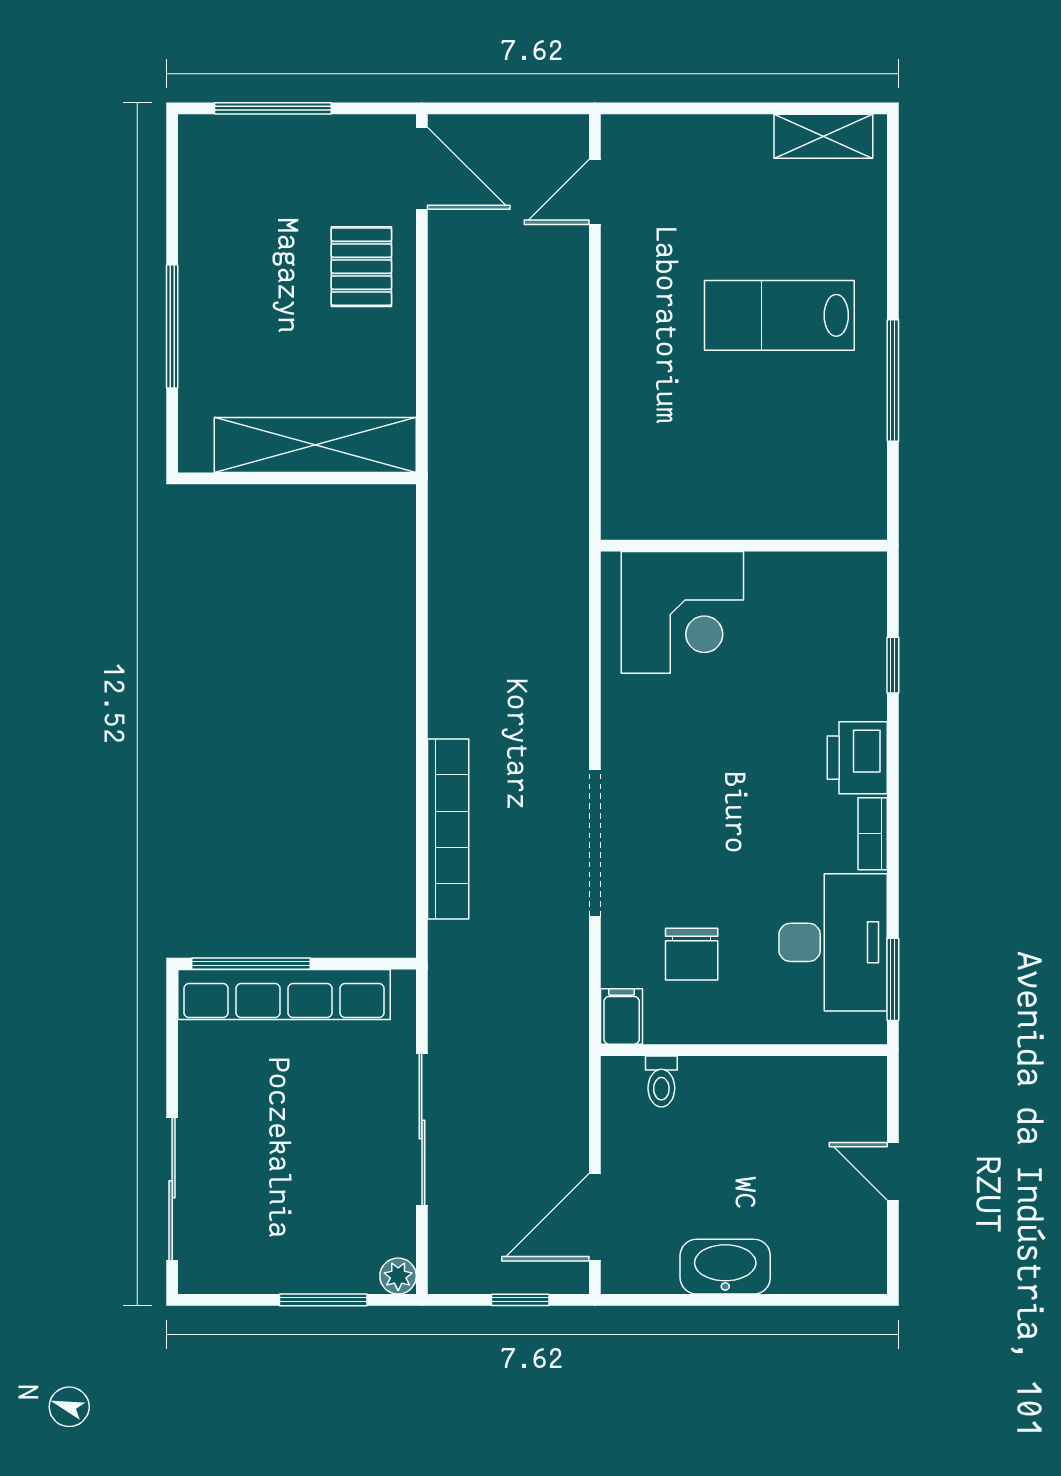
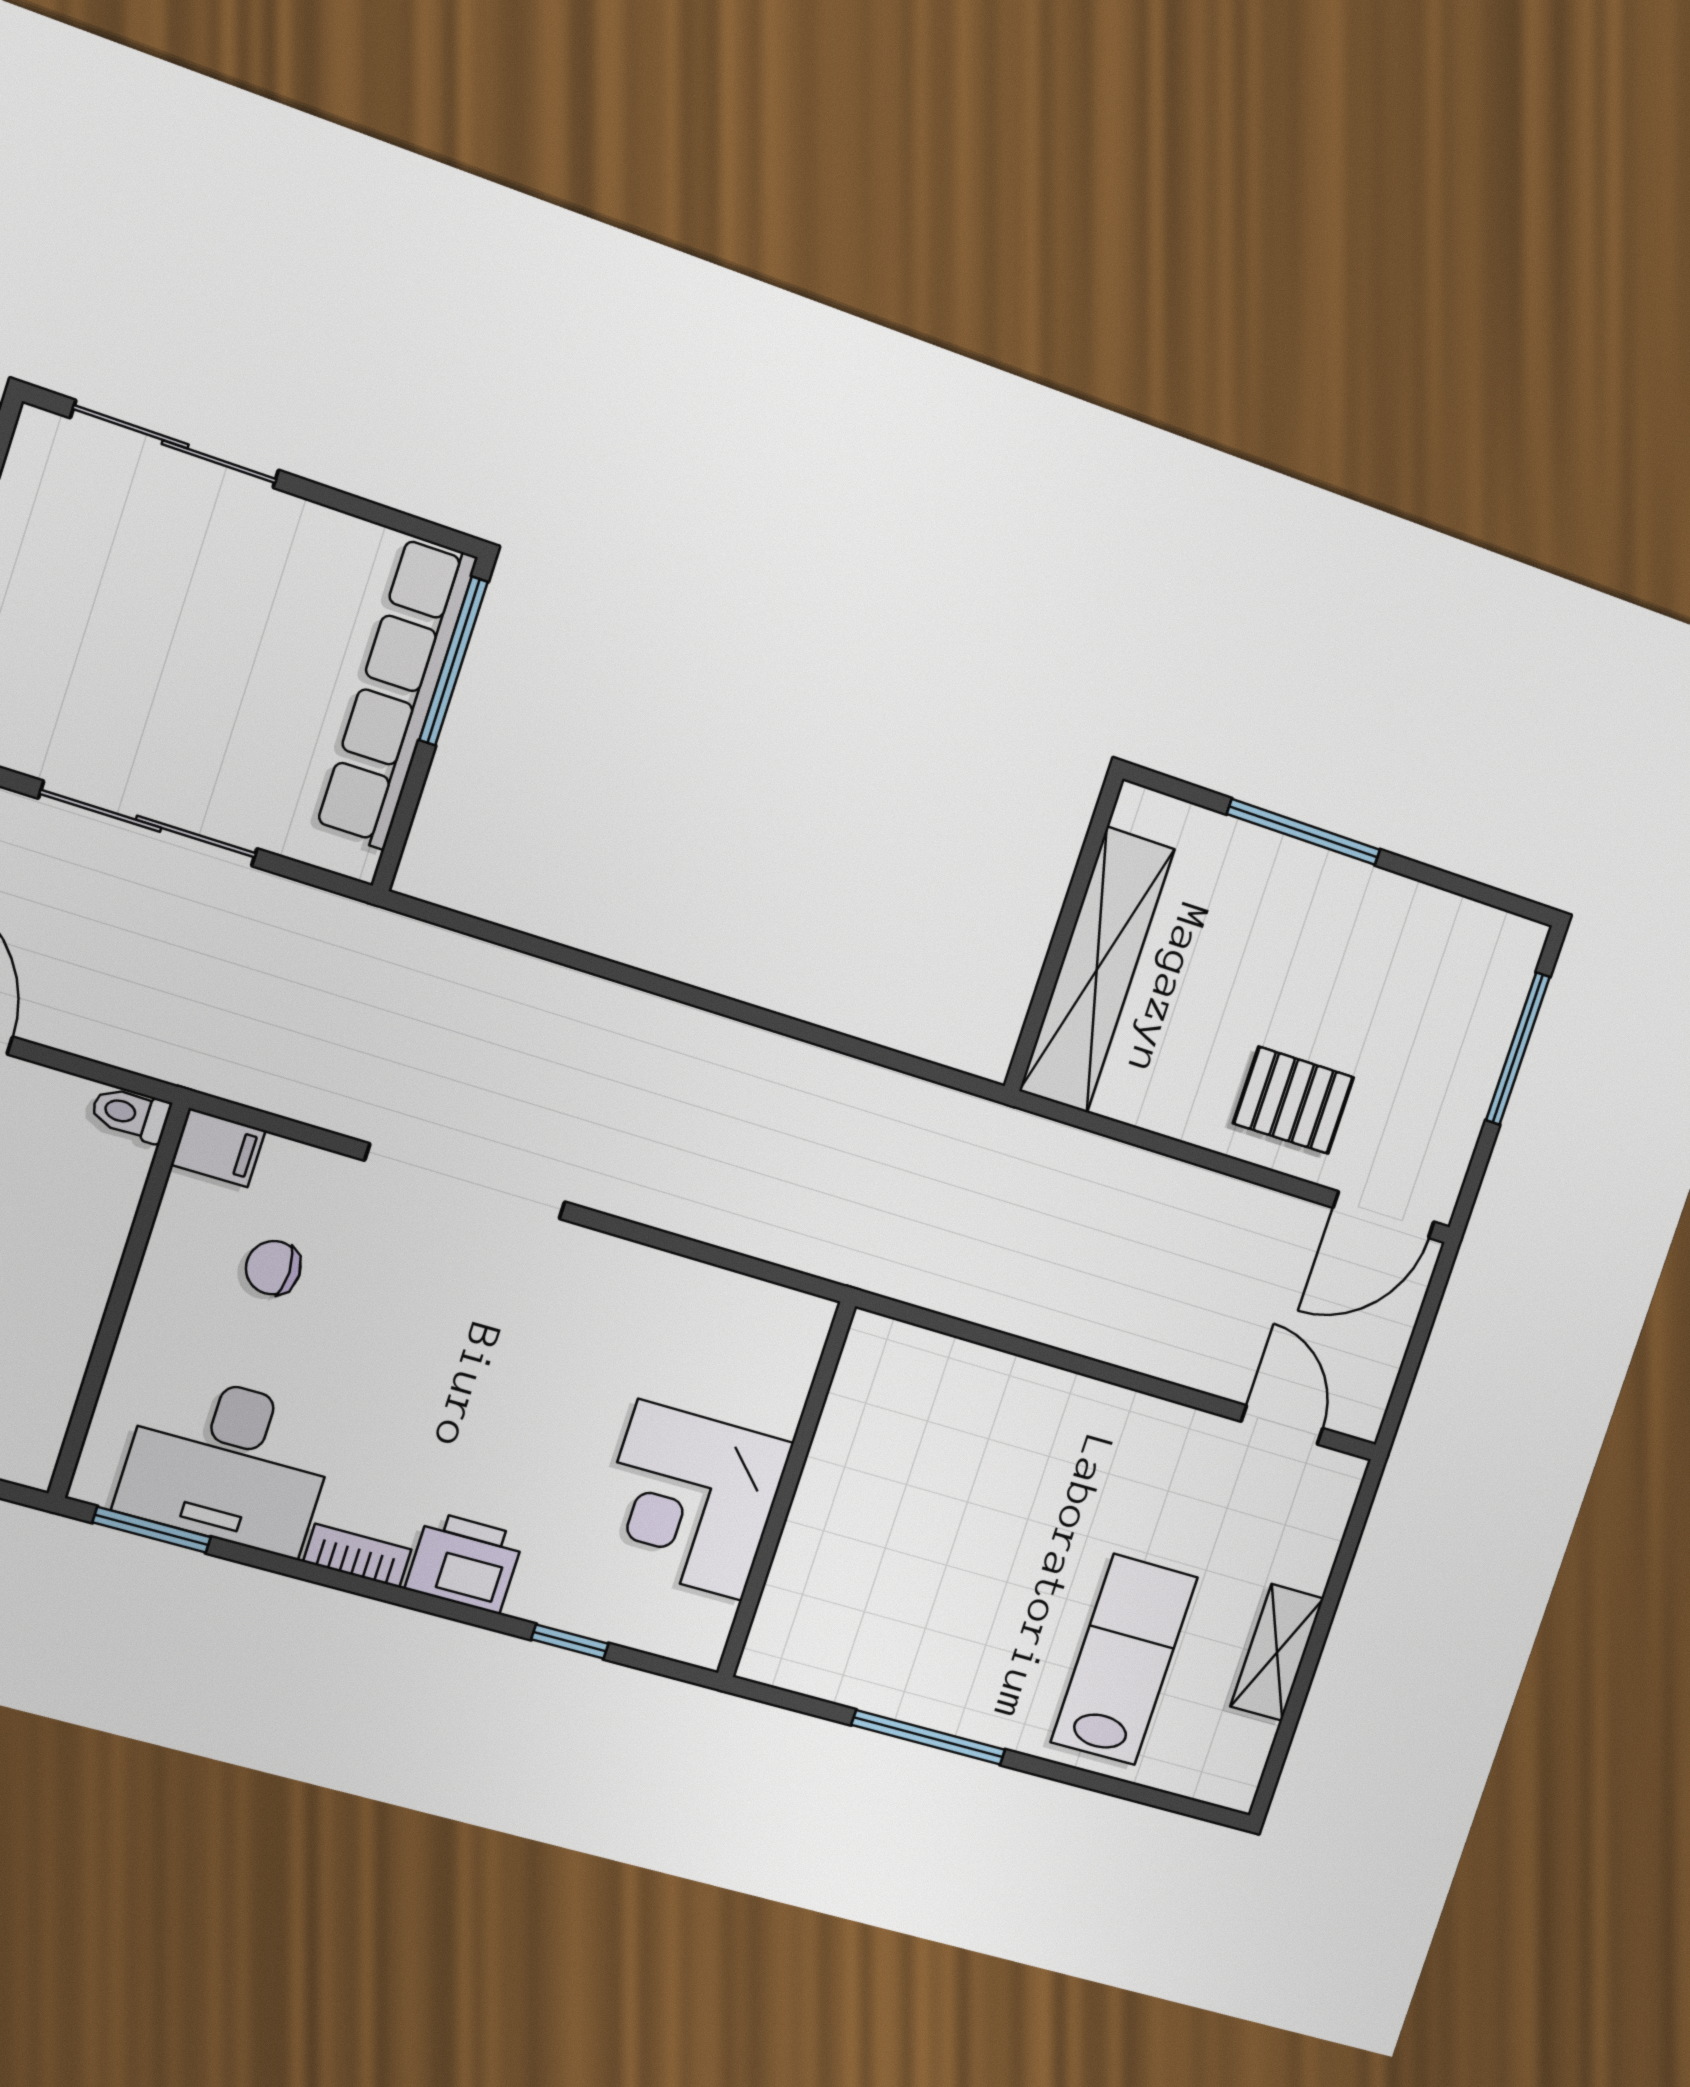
shelving: (823, 136) -> (1277, 1652), moved
lab bench: (779, 315) -> (1124, 1660), moved
corner desk: (682, 612) -> (690, 1500), moved
bookcase: (448, 829) -> (547, 989), removed
chair: (692, 954) -> (273, 1268), width x0.73, depth x0.73
toilet: (661, 1081) -> (130, 1114), moved

